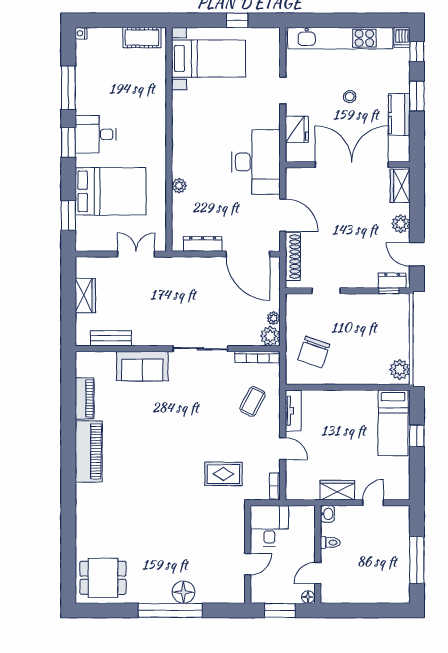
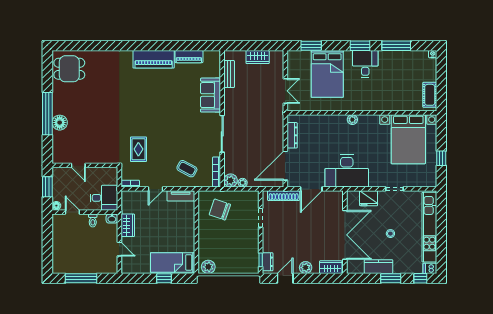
bed with nightstands: (209, 59) -> (408, 139), width x1.36
plant: (179, 186) -> (352, 120), moved
desk: (269, 526) -> (104, 198), moved
dining table: (103, 578) -> (69, 69), turned 90

